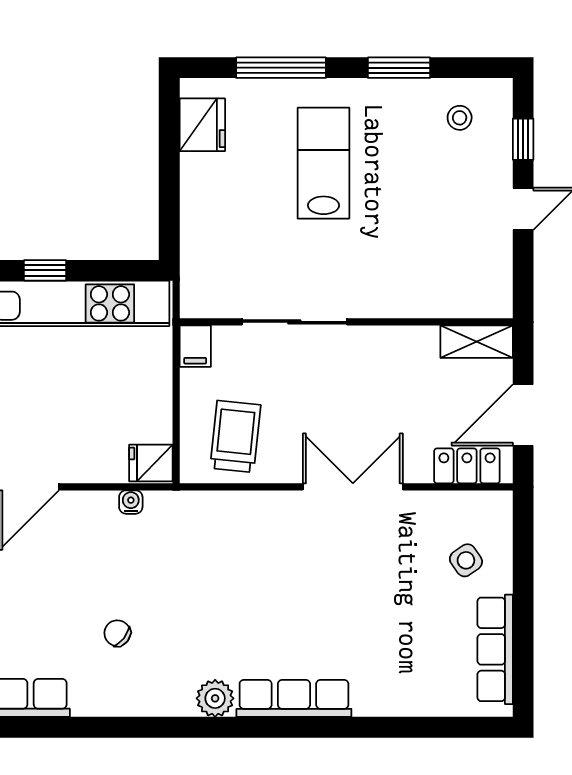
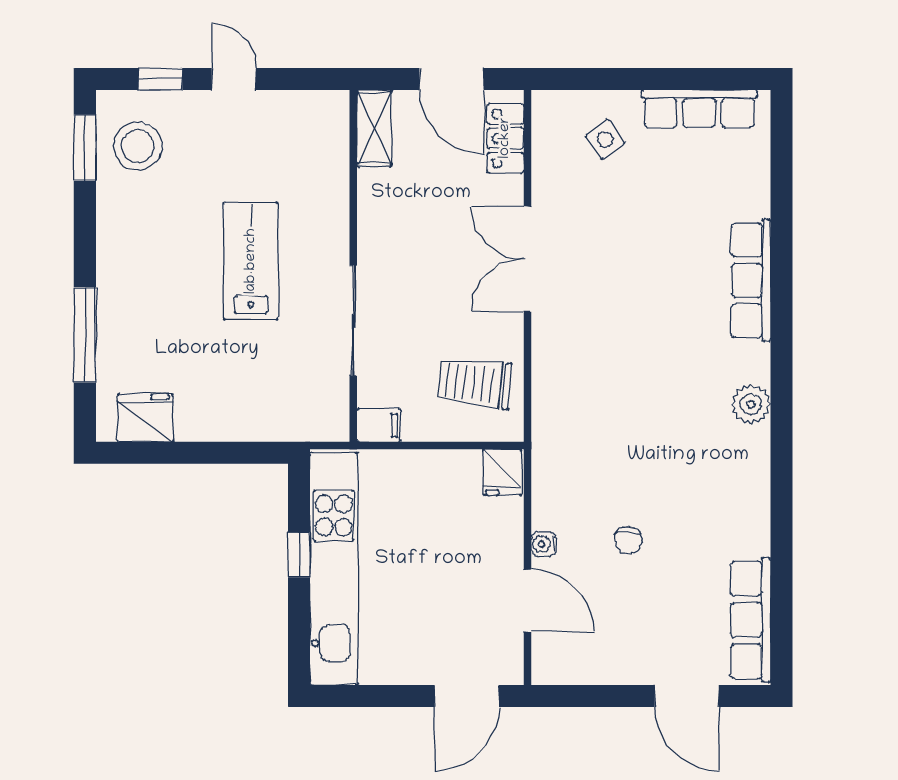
window: (399, 68) -> (85, 148), moved
stool: (460, 118) -> (138, 146), width x1.89, depth x1.89
lab bench: (324, 163) -> (251, 261), moved, turned 90
window: (45, 270) -> (299, 555), moved
water cooler: (131, 502) -> (544, 544), moved
chair: (117, 633) -> (628, 540), moved, turned -38
row of seats: (294, 698) -> (751, 280), moved

